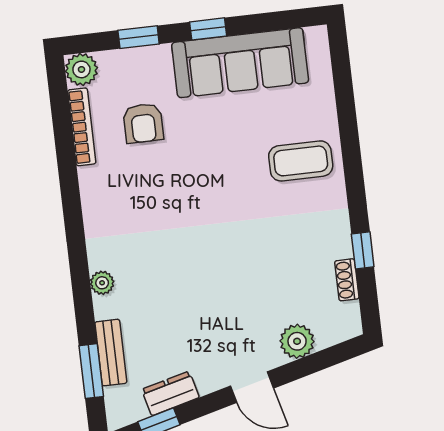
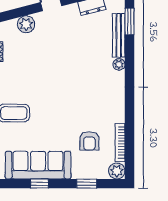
window: (208, 29) -> (40, 184), moved
armchair: (143, 123) -> (89, 141), turned 180
bench: (111, 353) -> (119, 35), width x1.36

